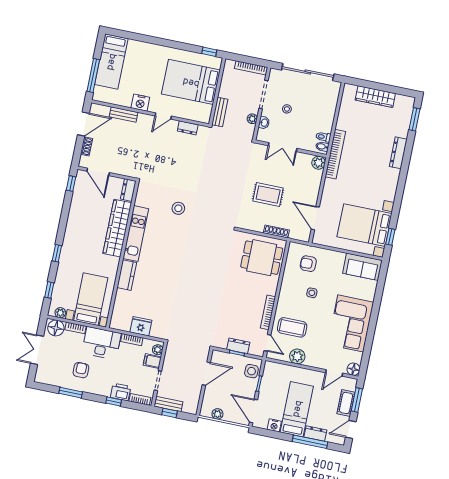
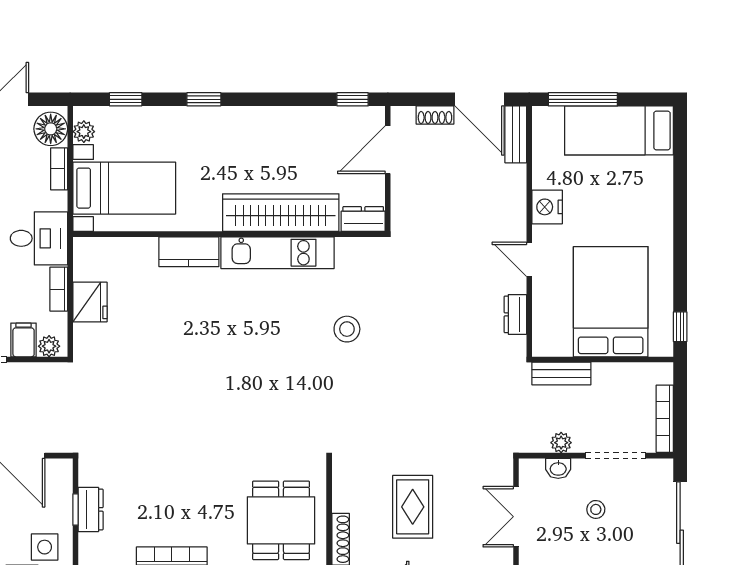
bench: (124, 115) -> (516, 134), moved
desk: (101, 343) -> (39, 238), width x0.73

